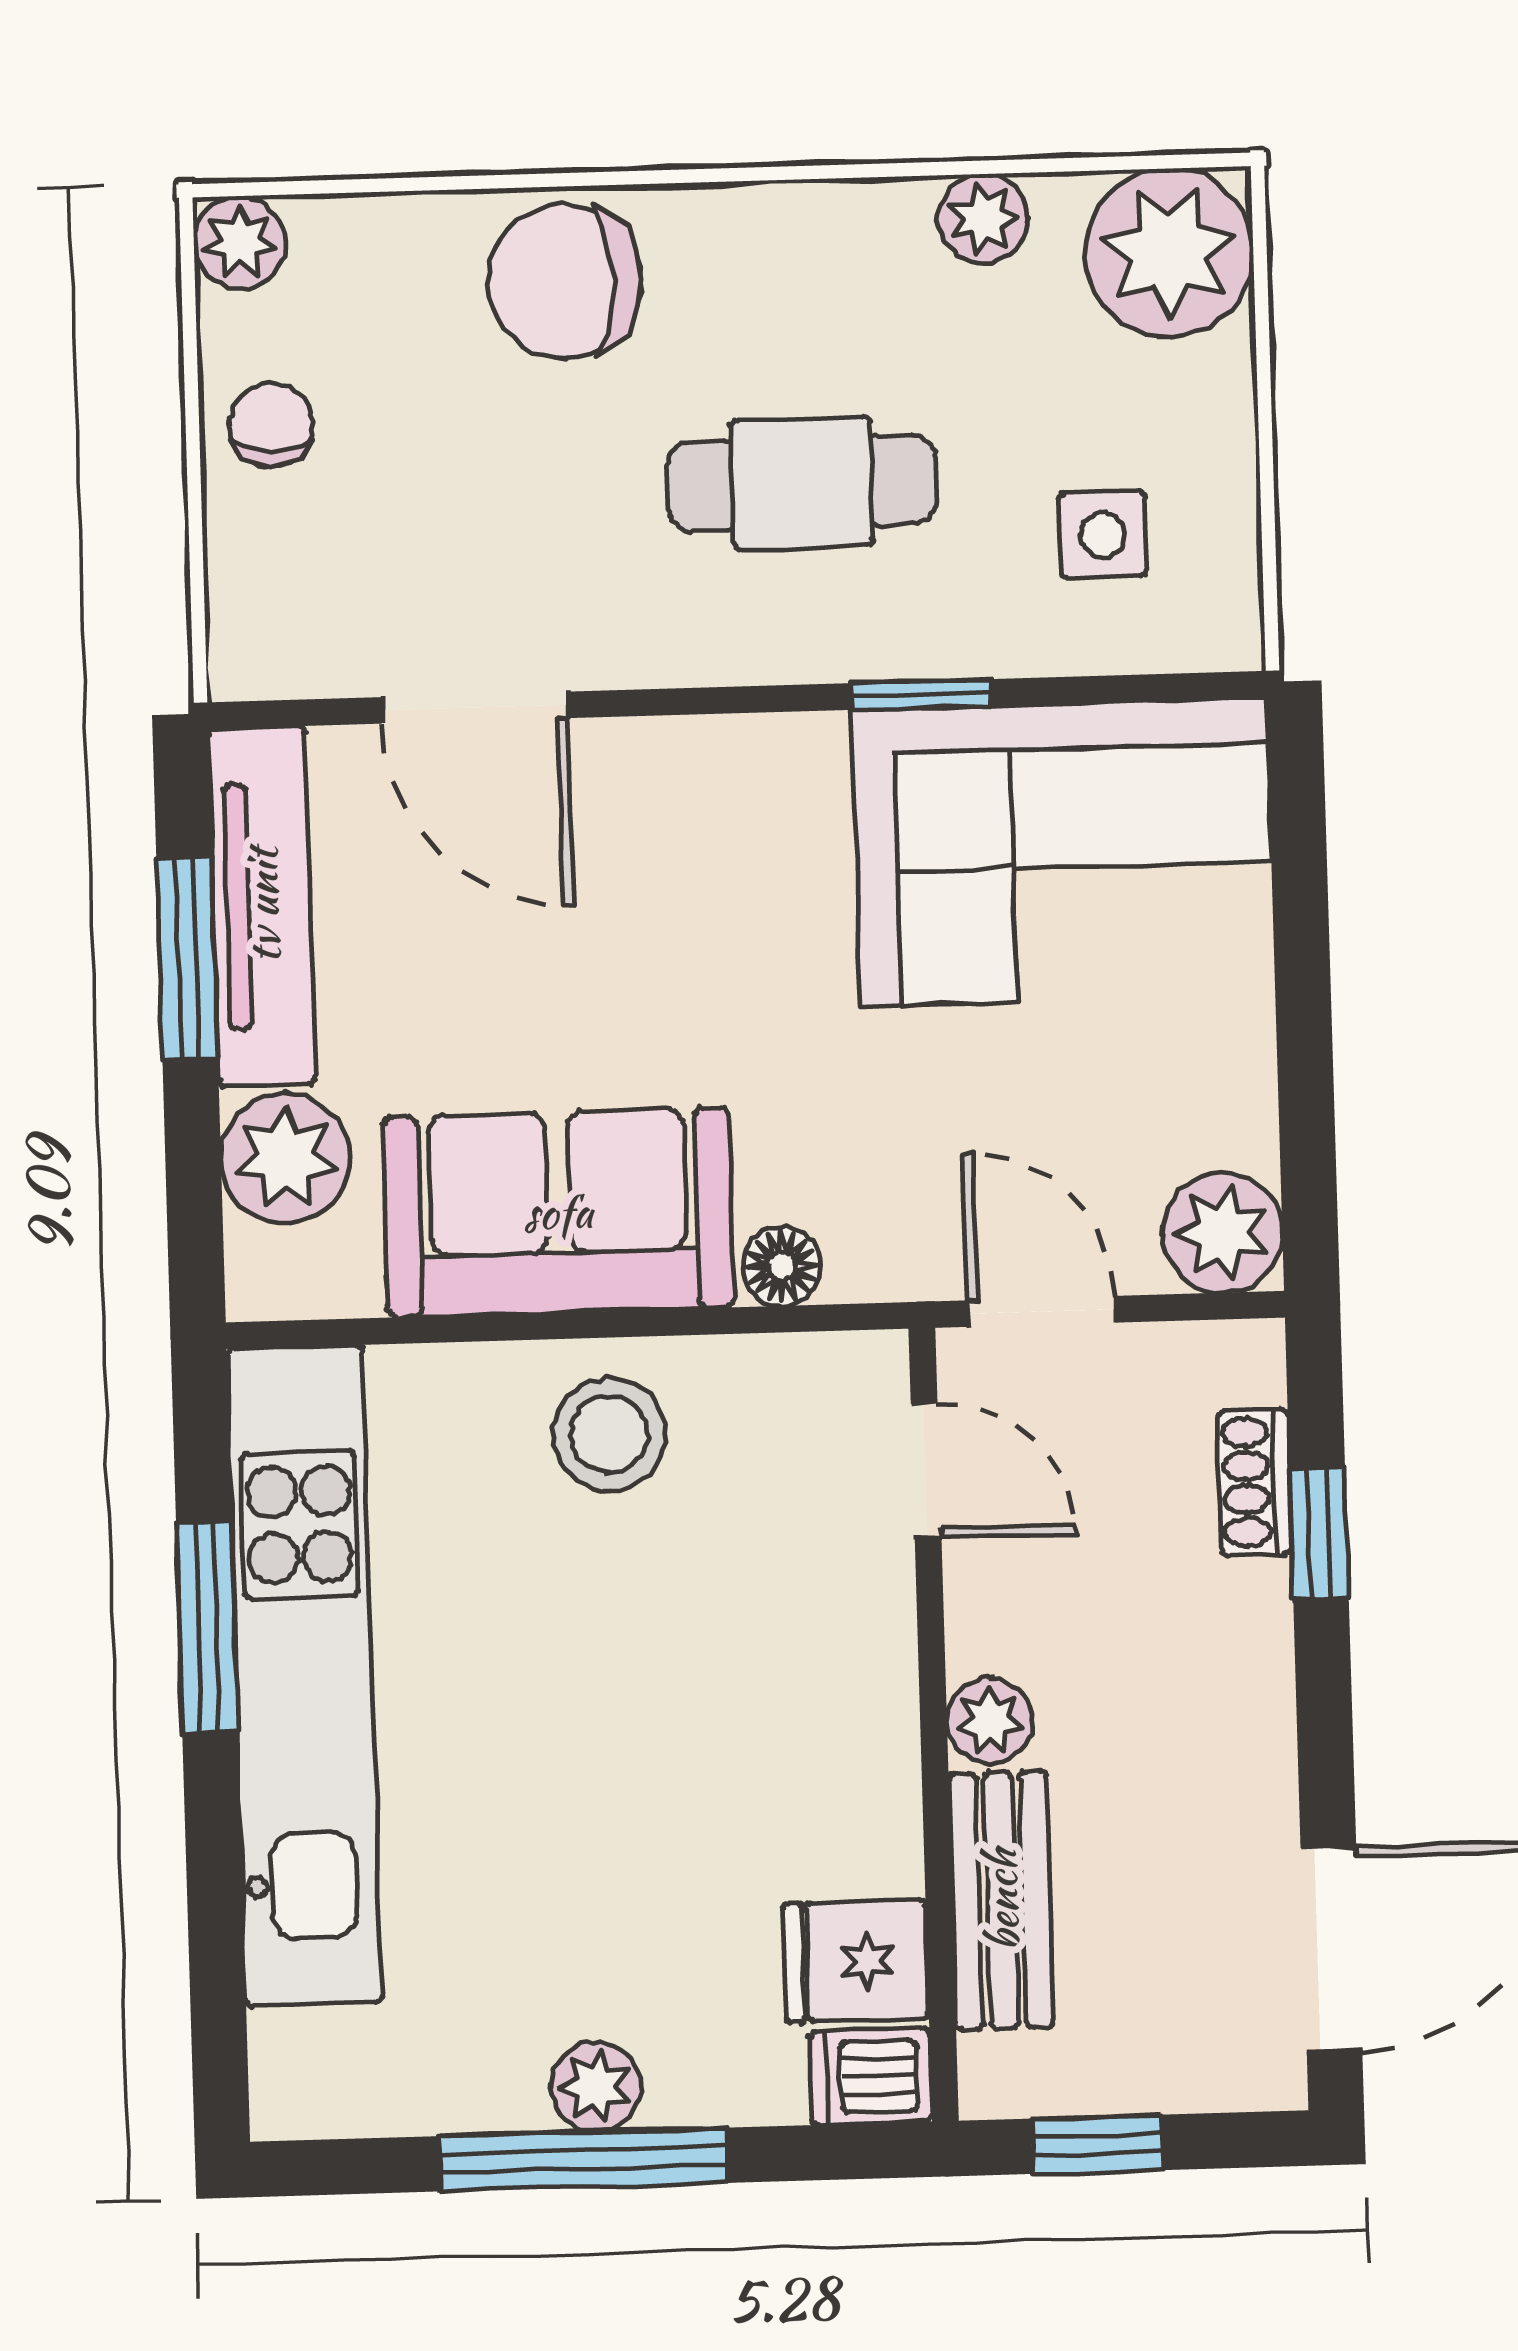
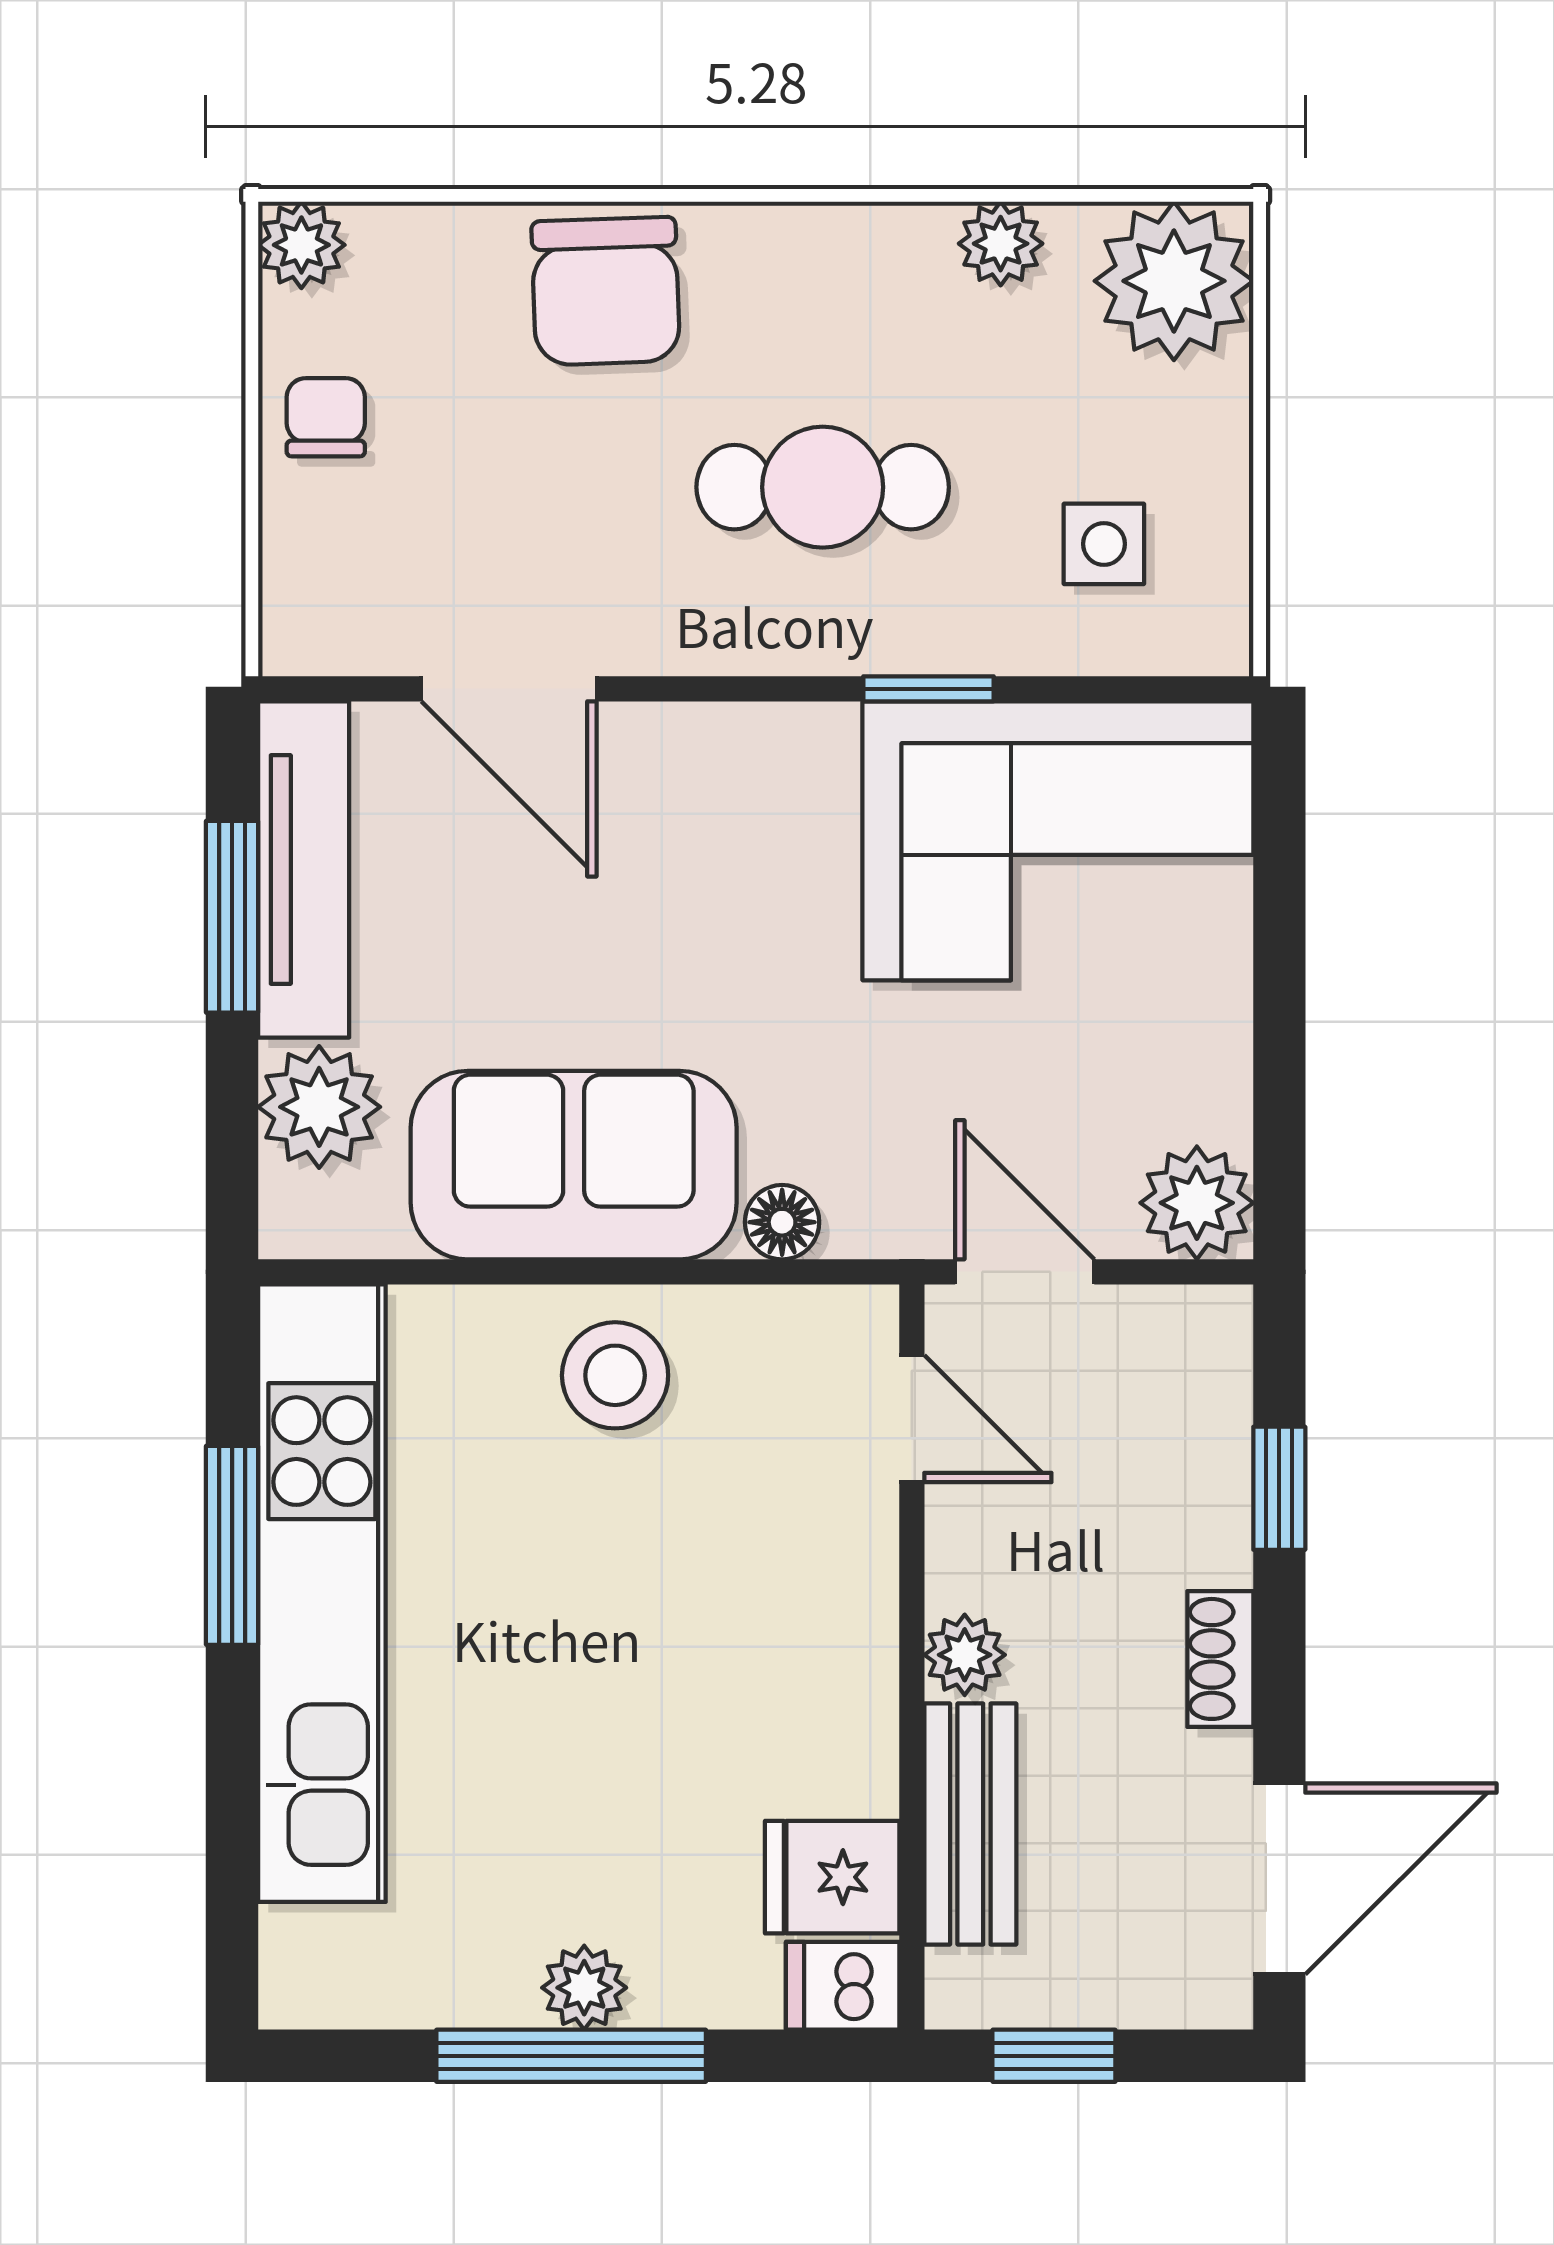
chair: (565, 282) -> (606, 291), turned -92
shoe rack: (1255, 1482) -> (1220, 1659), moved

